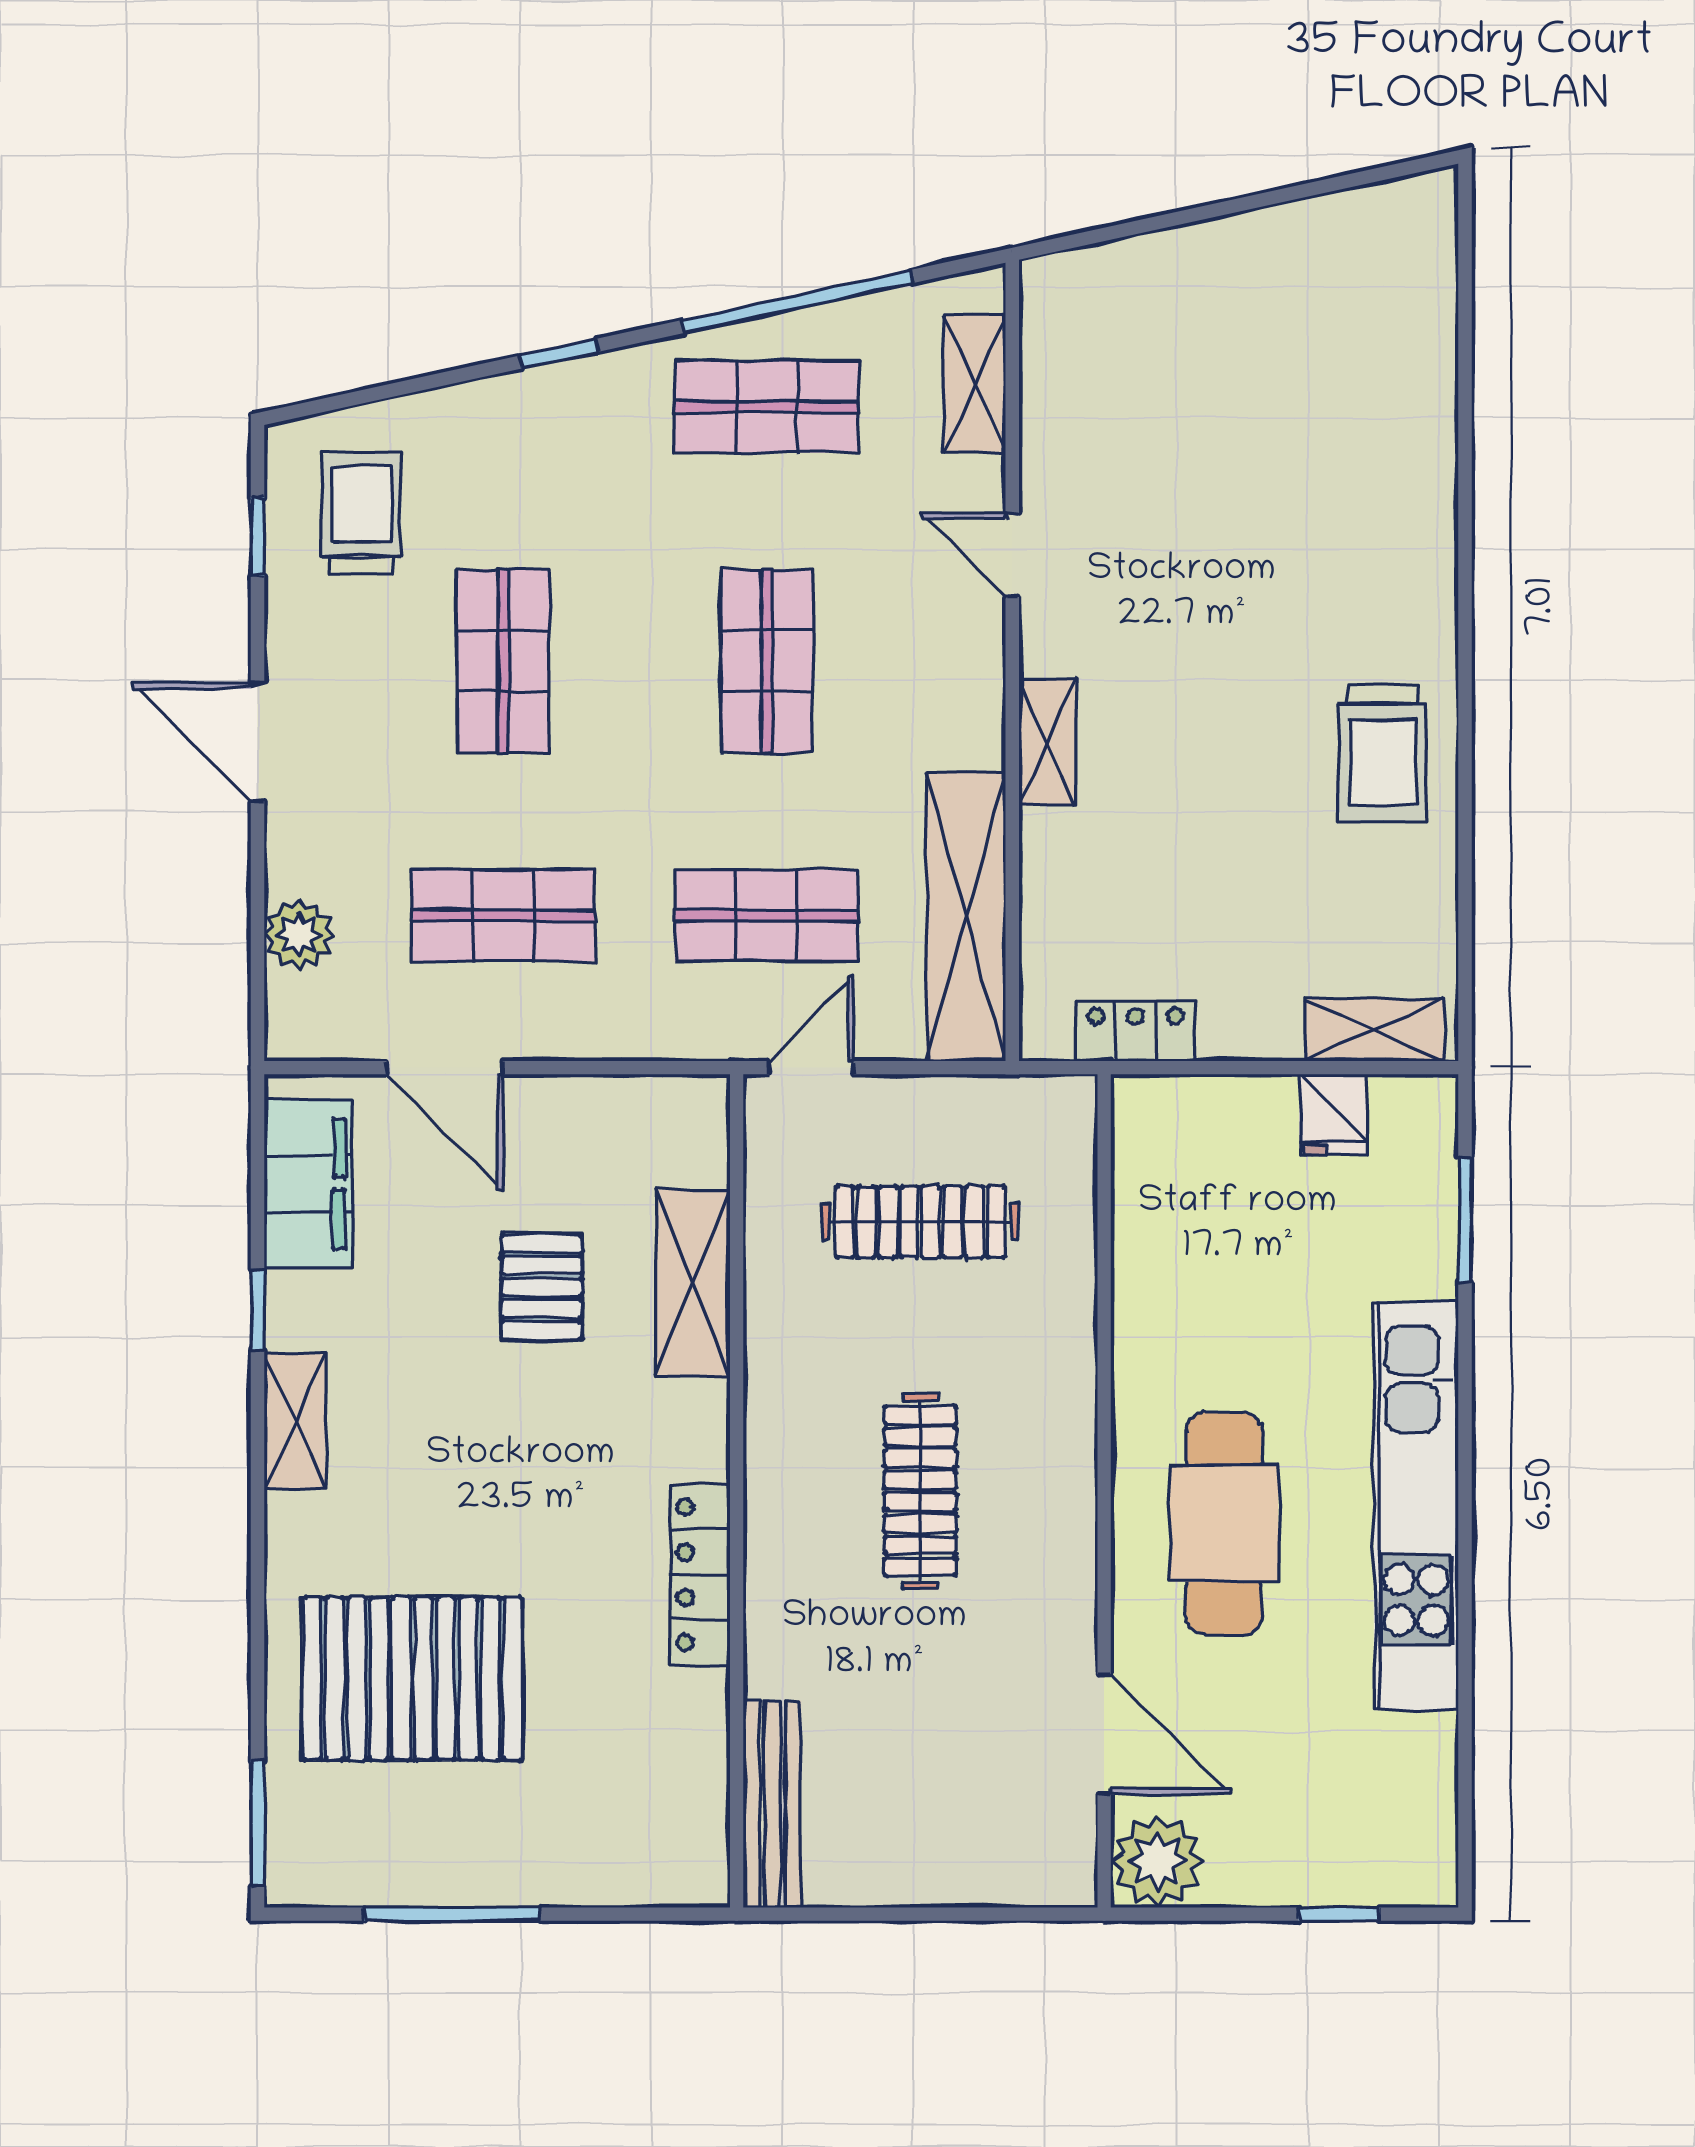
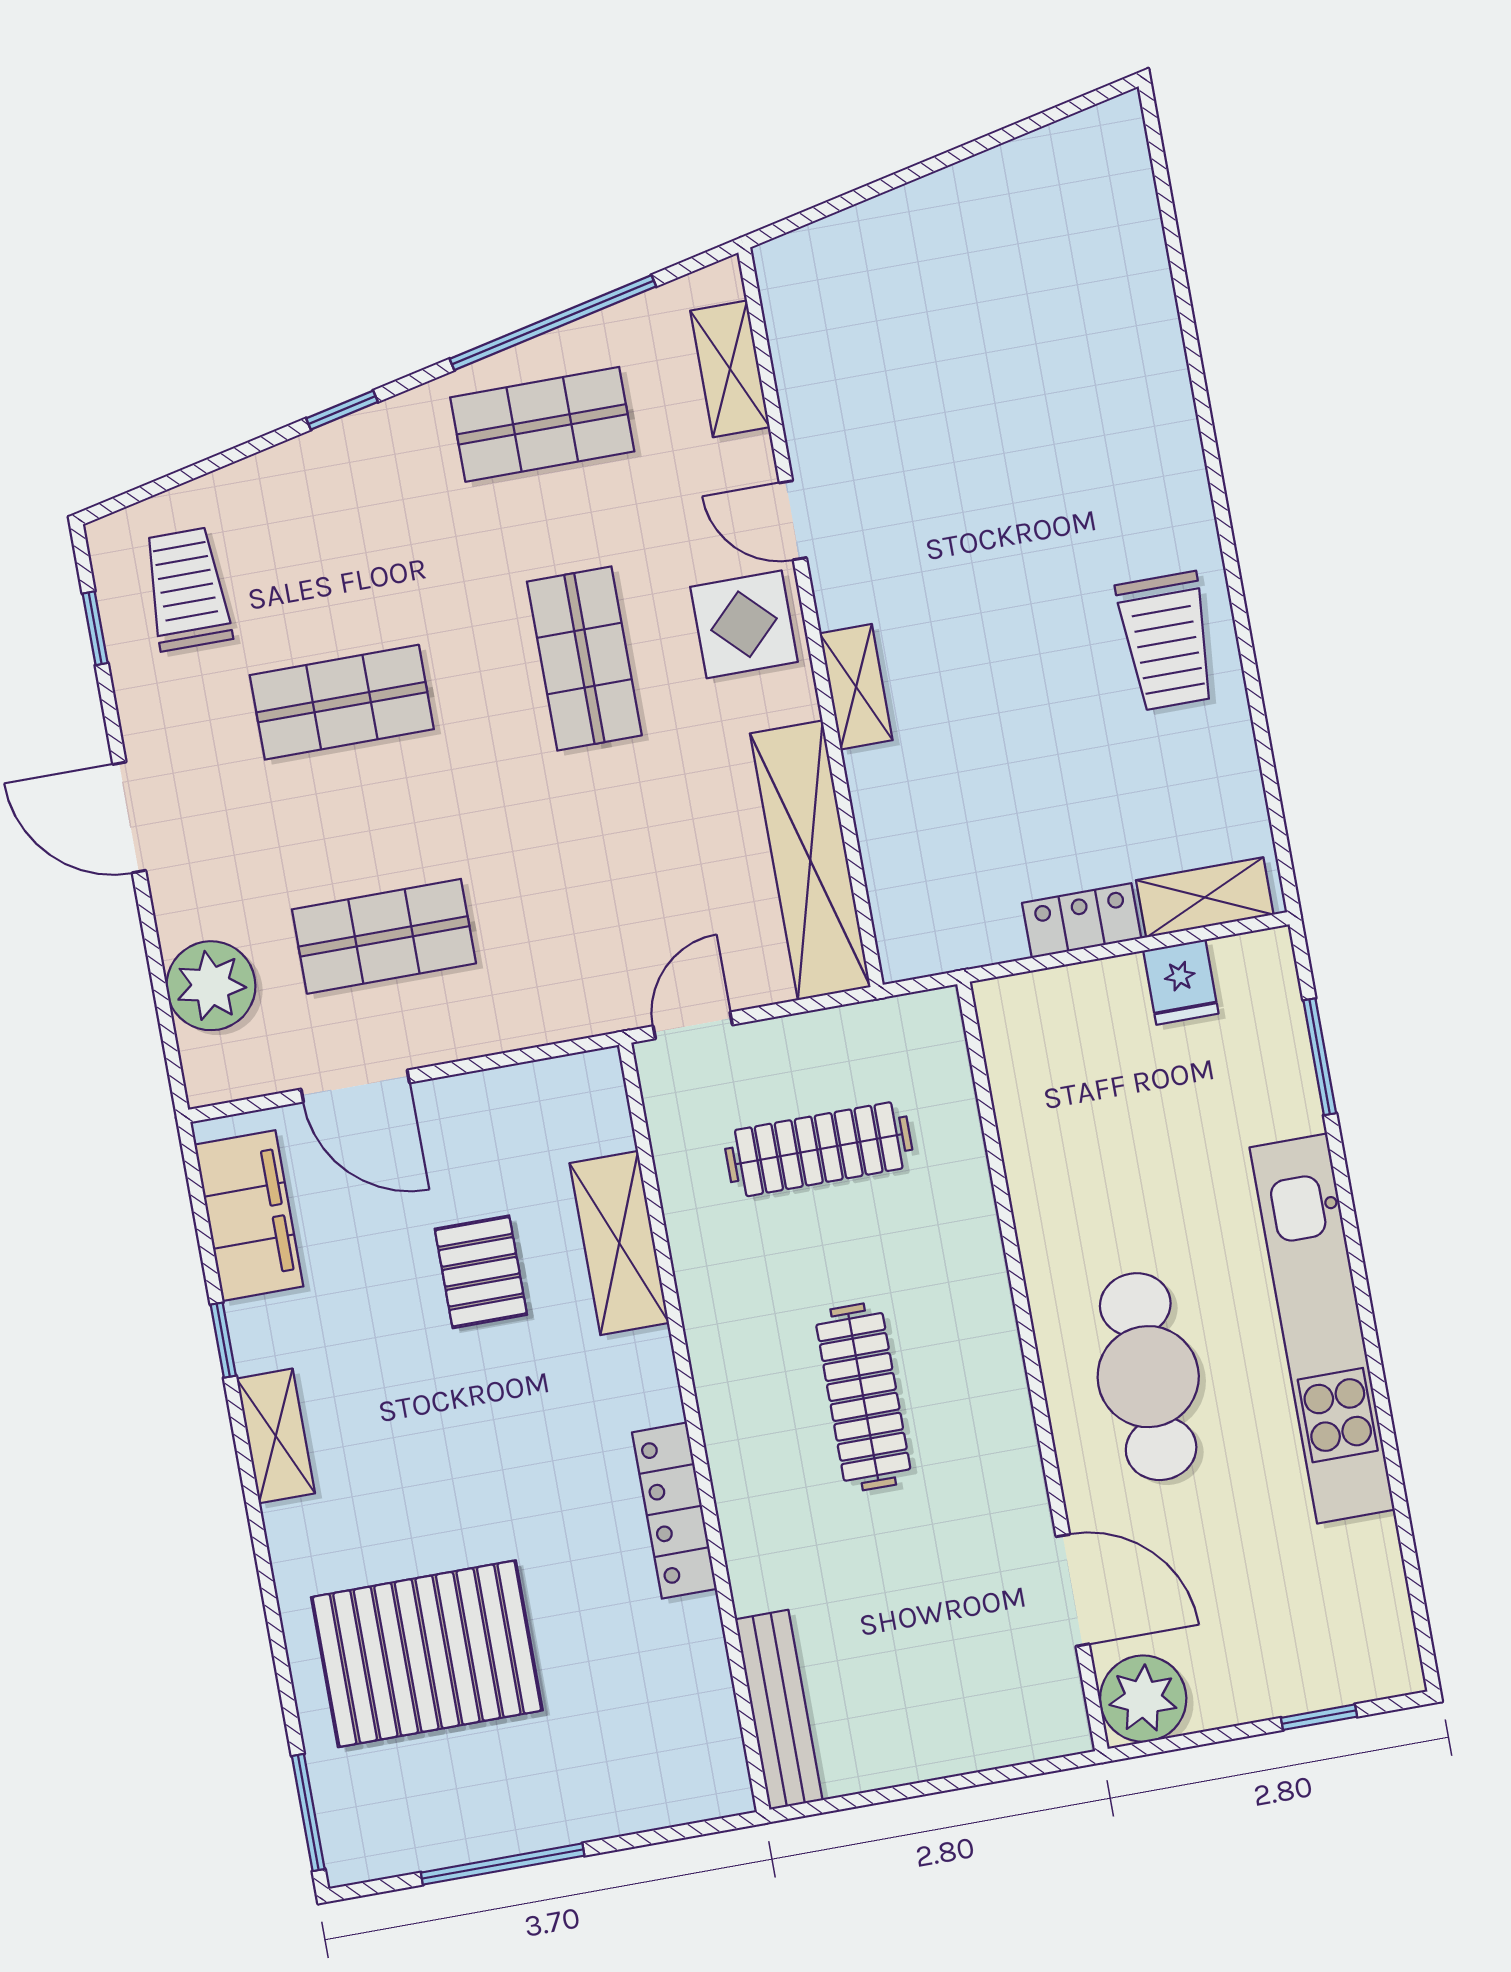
display table: (941, 655) -> (744, 624), added
shop shelf: (503, 661) -> (342, 702), turned 90
shop shelf: (767, 916) -> (627, 893), removed
plant: (299, 935) -> (211, 986), width x1.36, depth x1.36
locker: (1136, 1031) -> (1082, 921), moved

